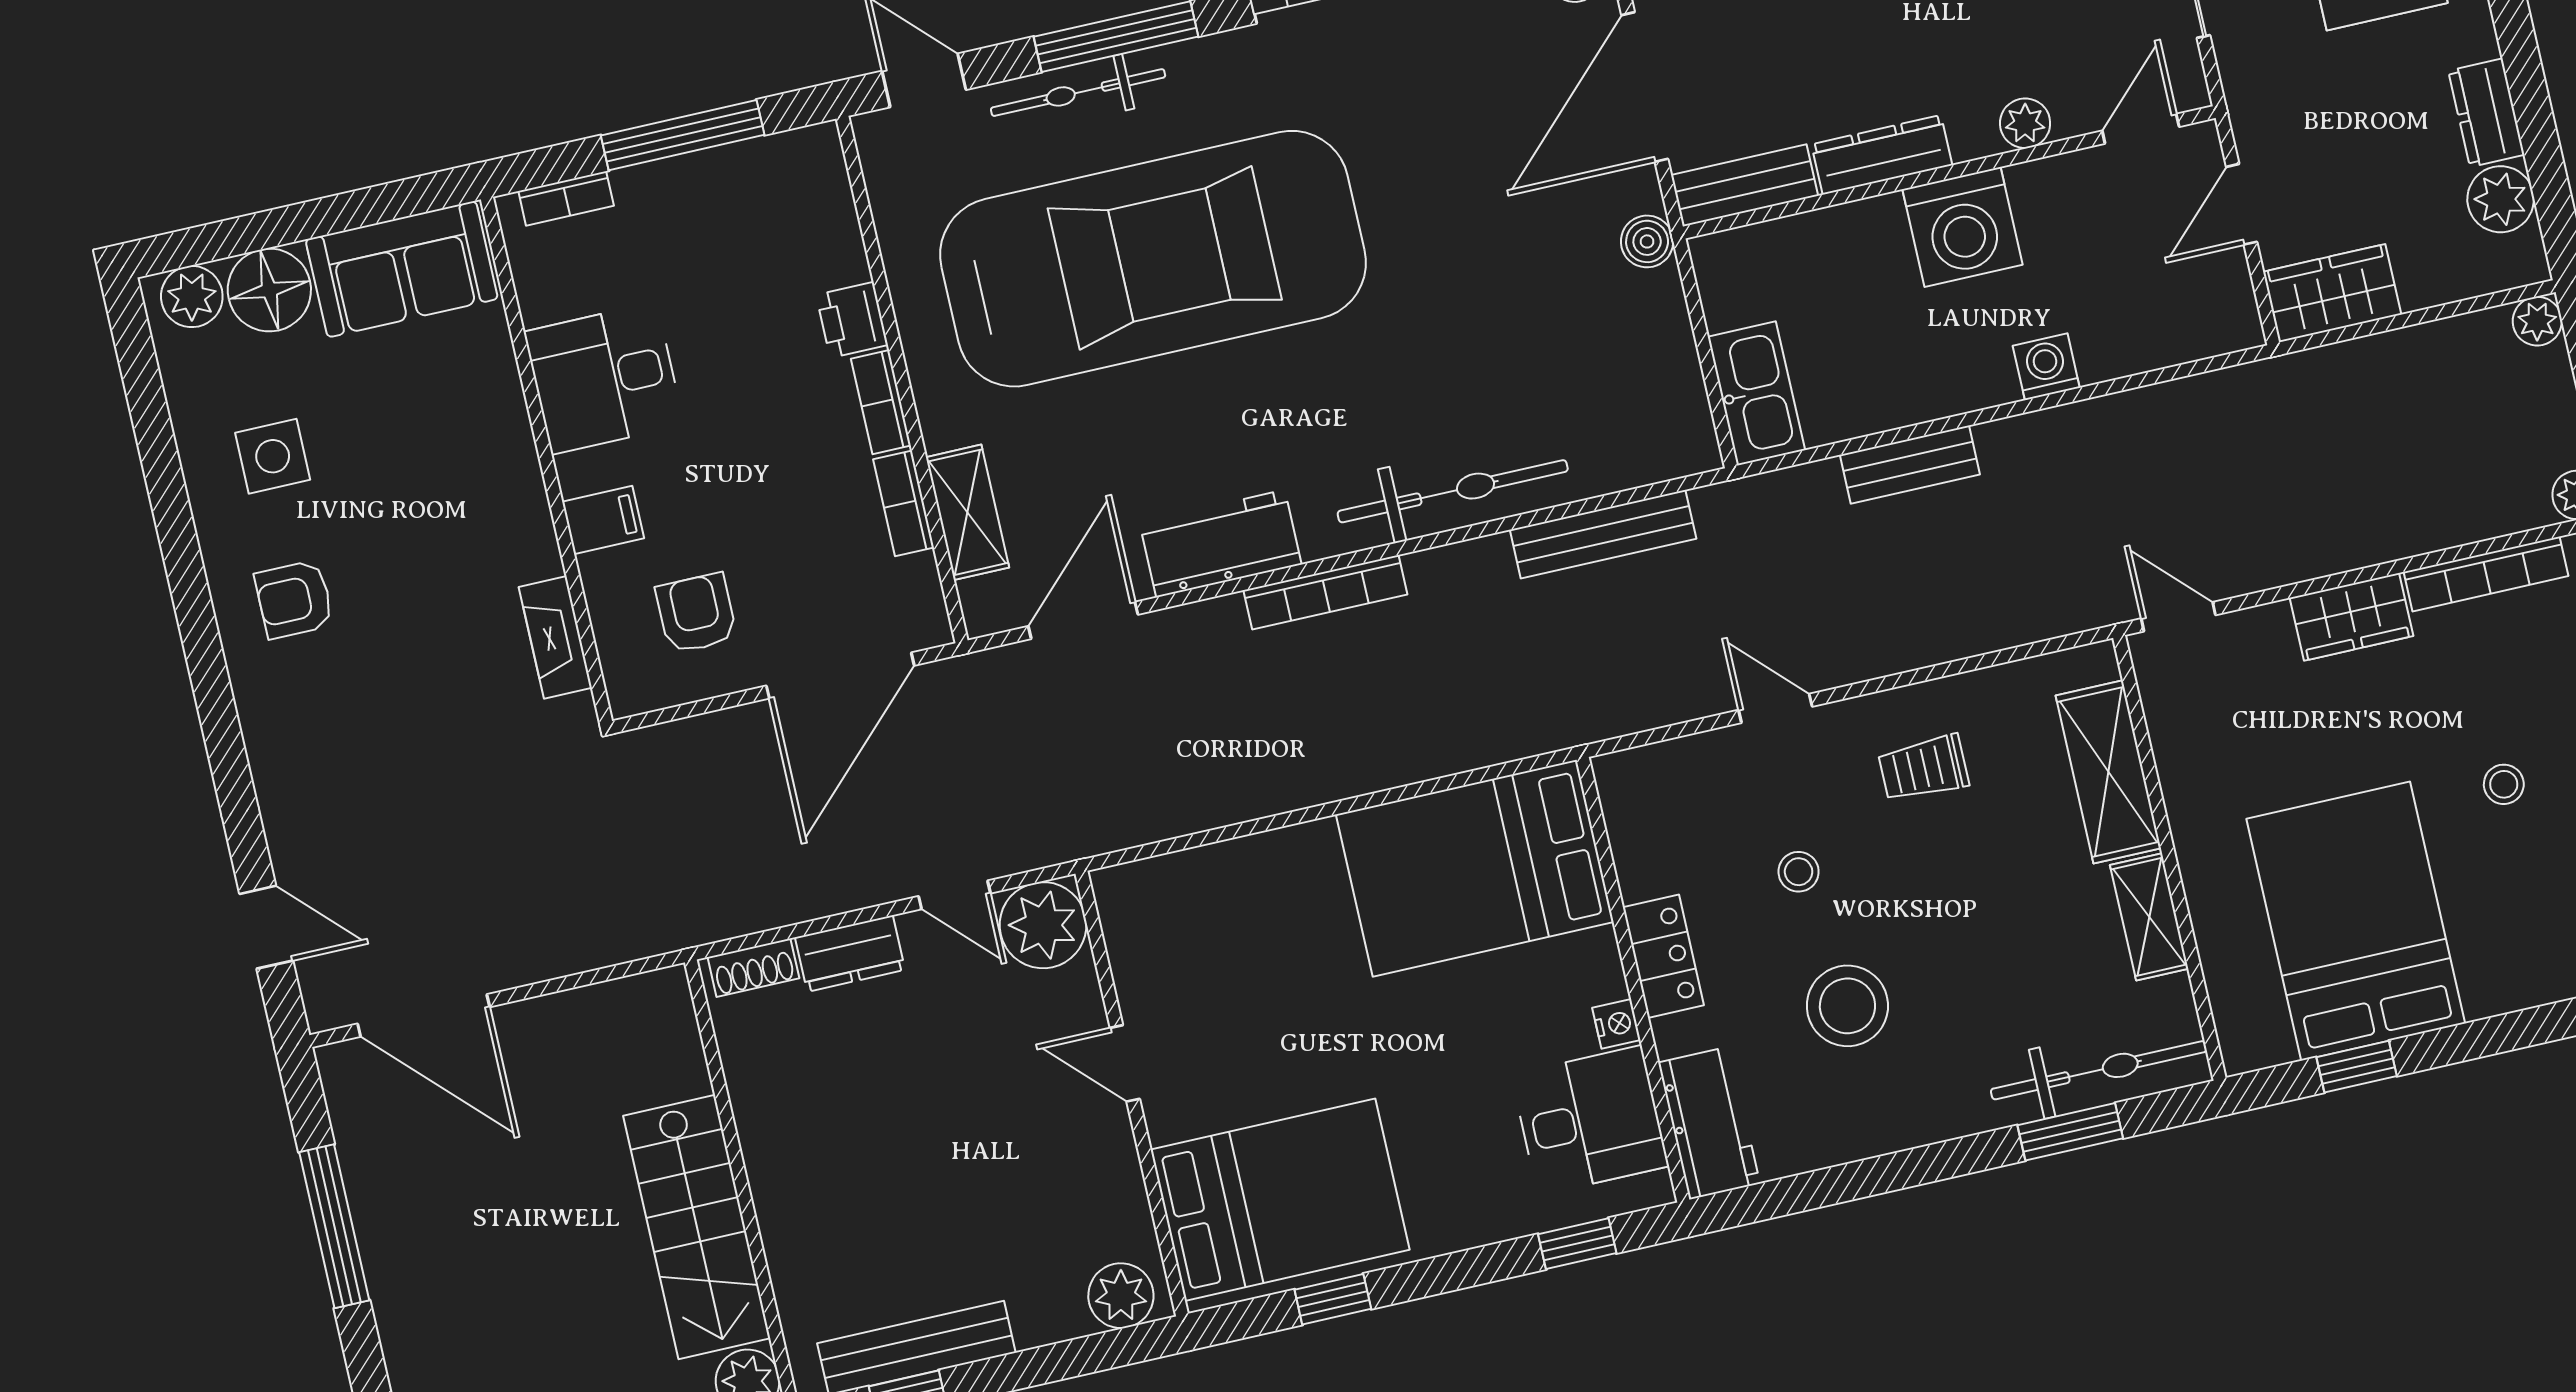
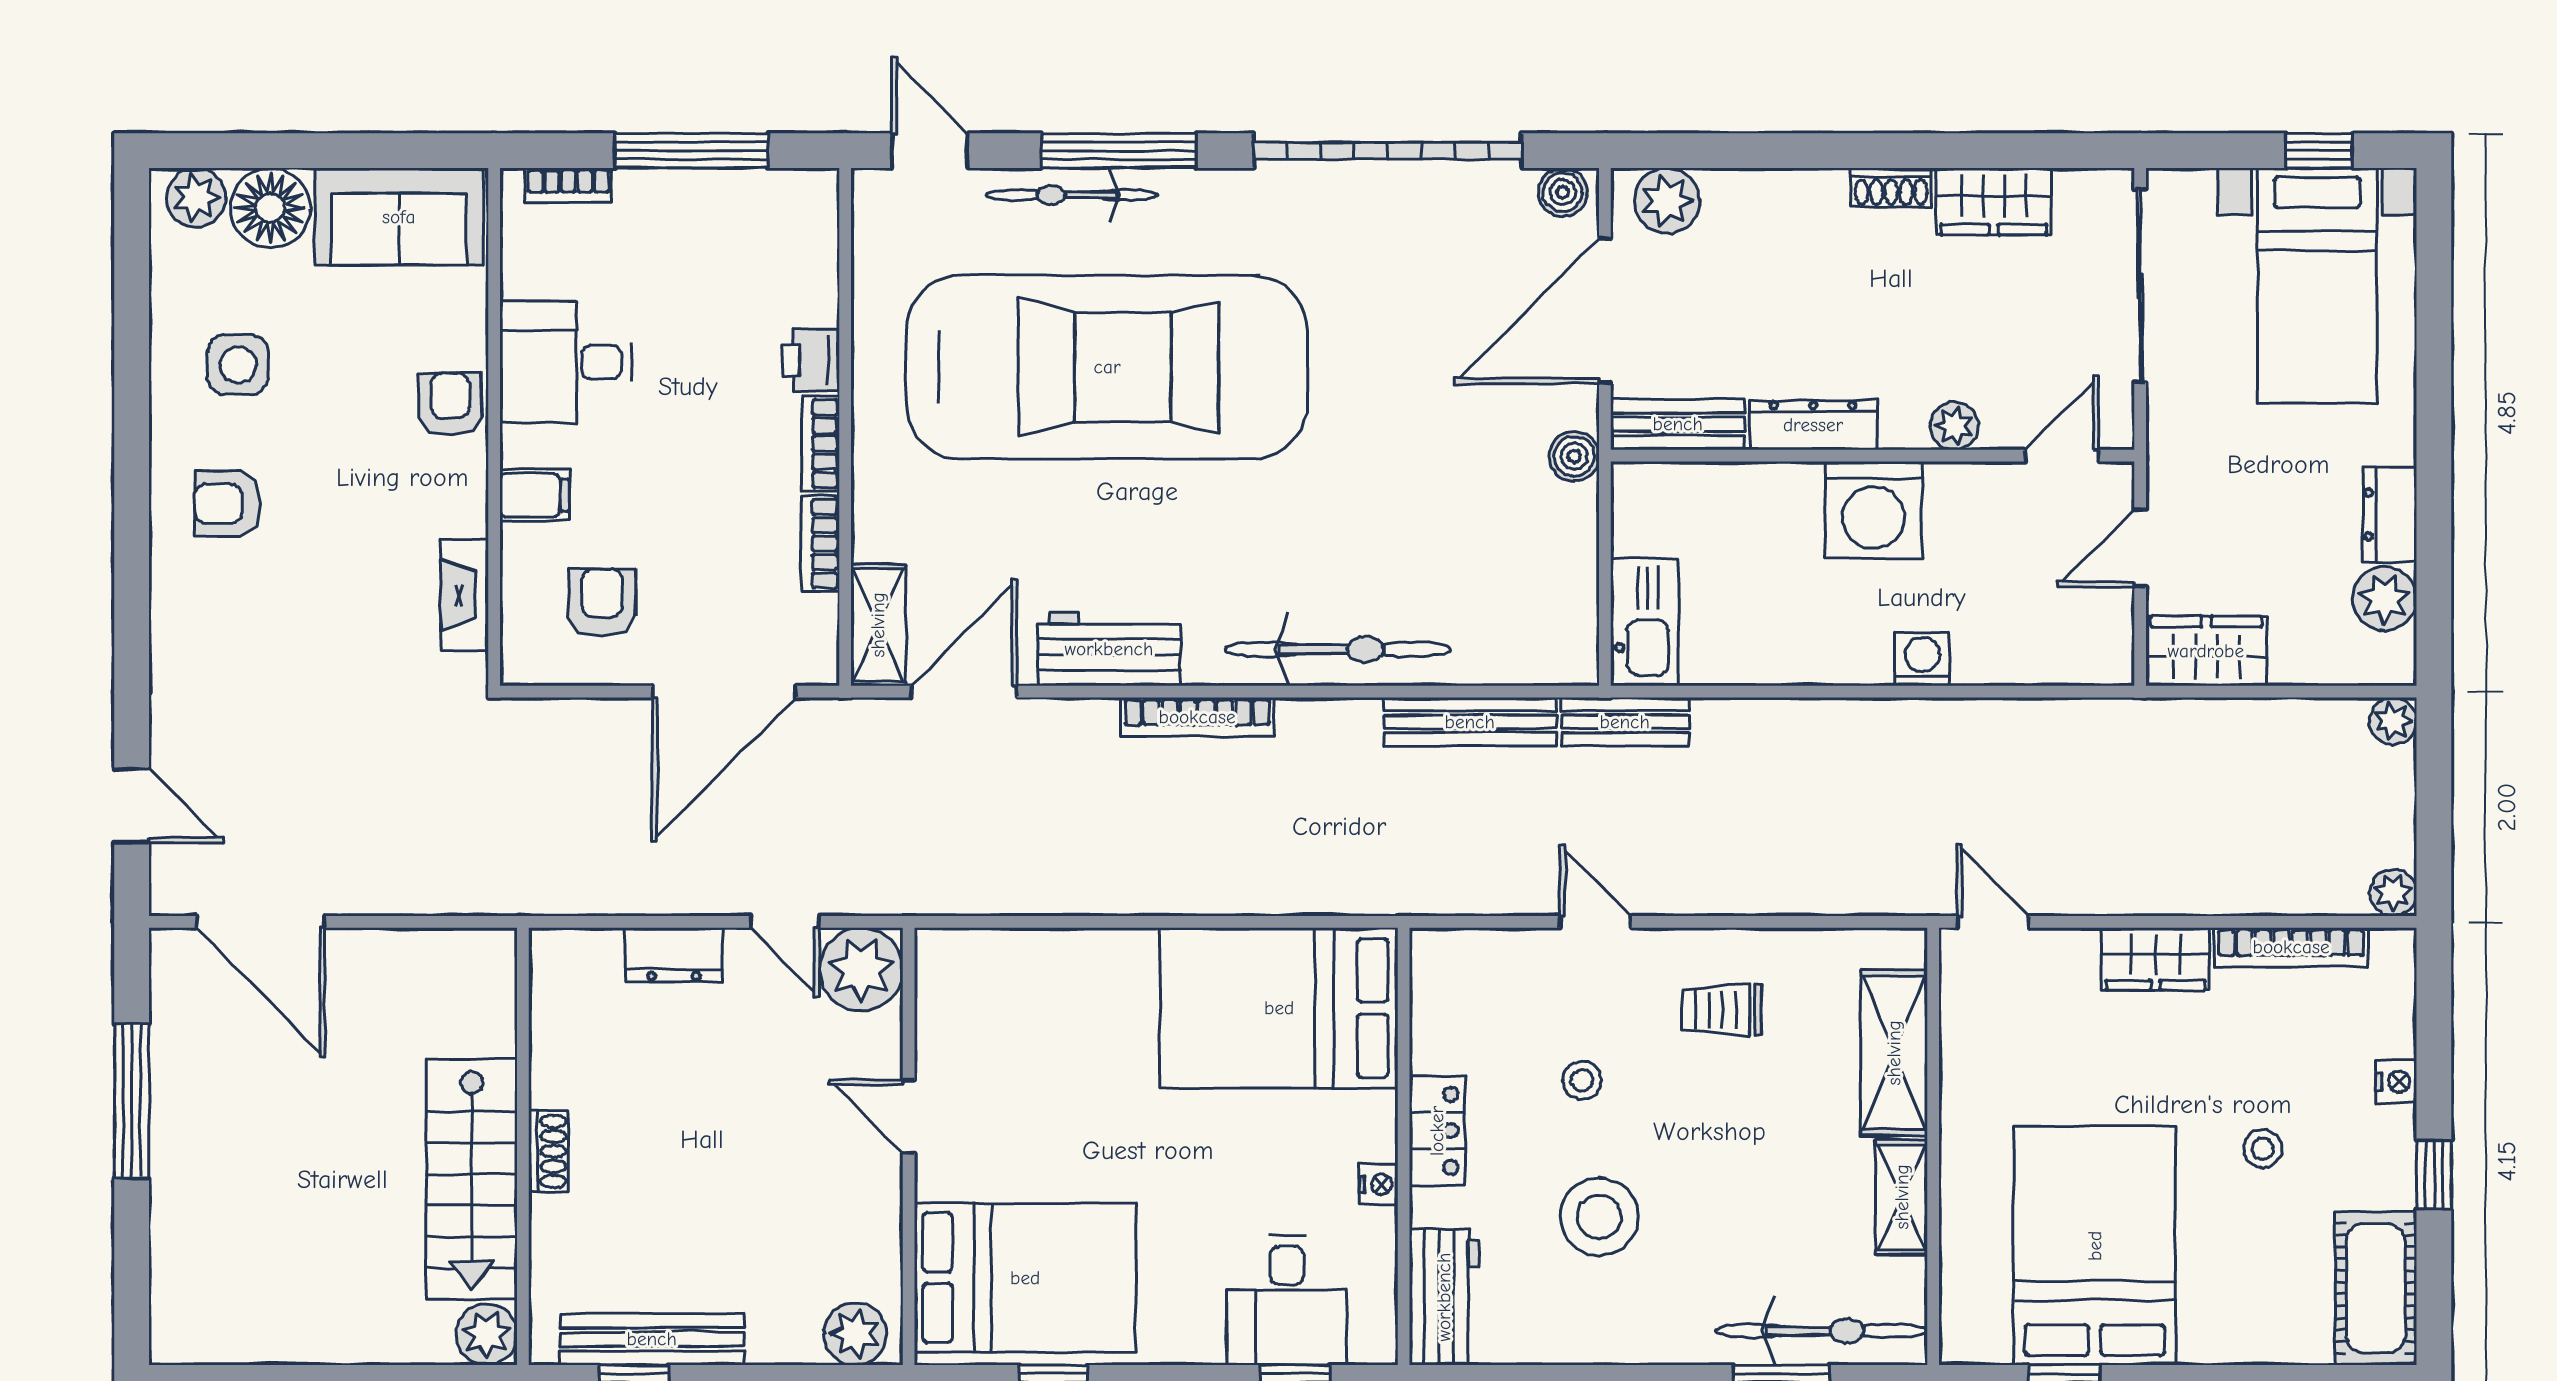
armchair: (497, 447) -> (451, 404), added
bench: (1910, 465) -> (1625, 722), moved
shelving: (967, 512) -> (878, 625), moved
shoe rack: (753, 968) -> (548, 1151), moved, turned -90
desk: (1590, 1120) -> (1287, 1300), moved, turned 90

